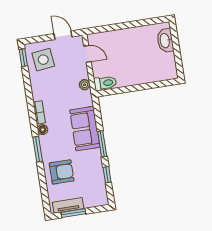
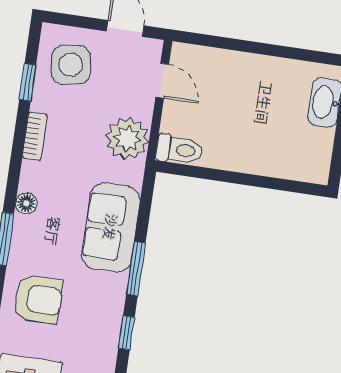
window: (23, 58) -> (28, 82), moved
plant: (85, 85) -> (127, 139), width x1.88, depth x1.88
bookcase: (39, 112) -> (35, 136), moved

